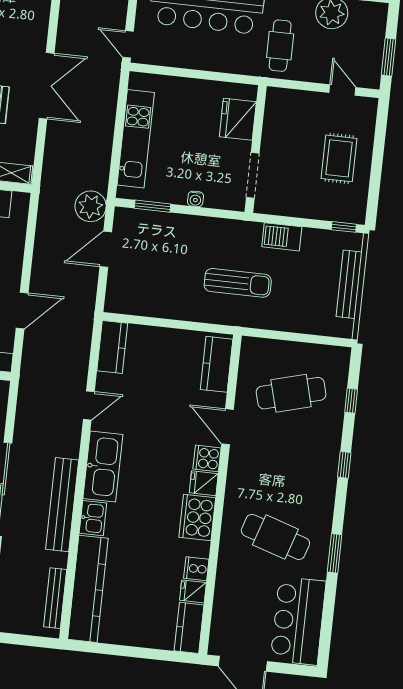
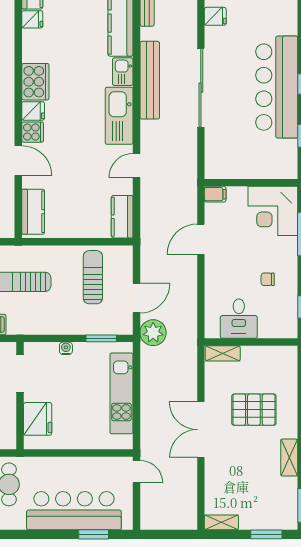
sun lounger: (155, 279) -> (93, 277), added
cooker: (196, 569) -> (32, 39), removed

